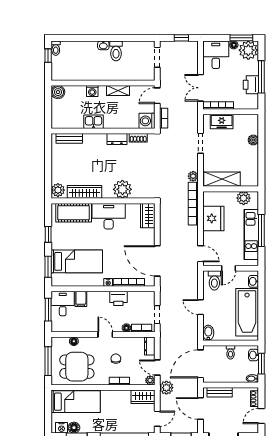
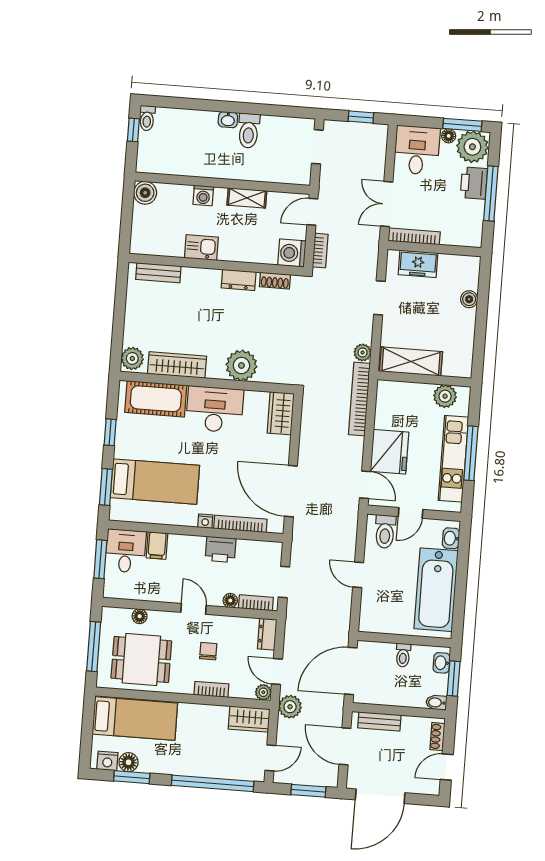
printer: (251, 85) -> (474, 183), moved
fridge: (213, 218) -> (390, 452), moved
bidet: (208, 333) -> (368, 619), removed

